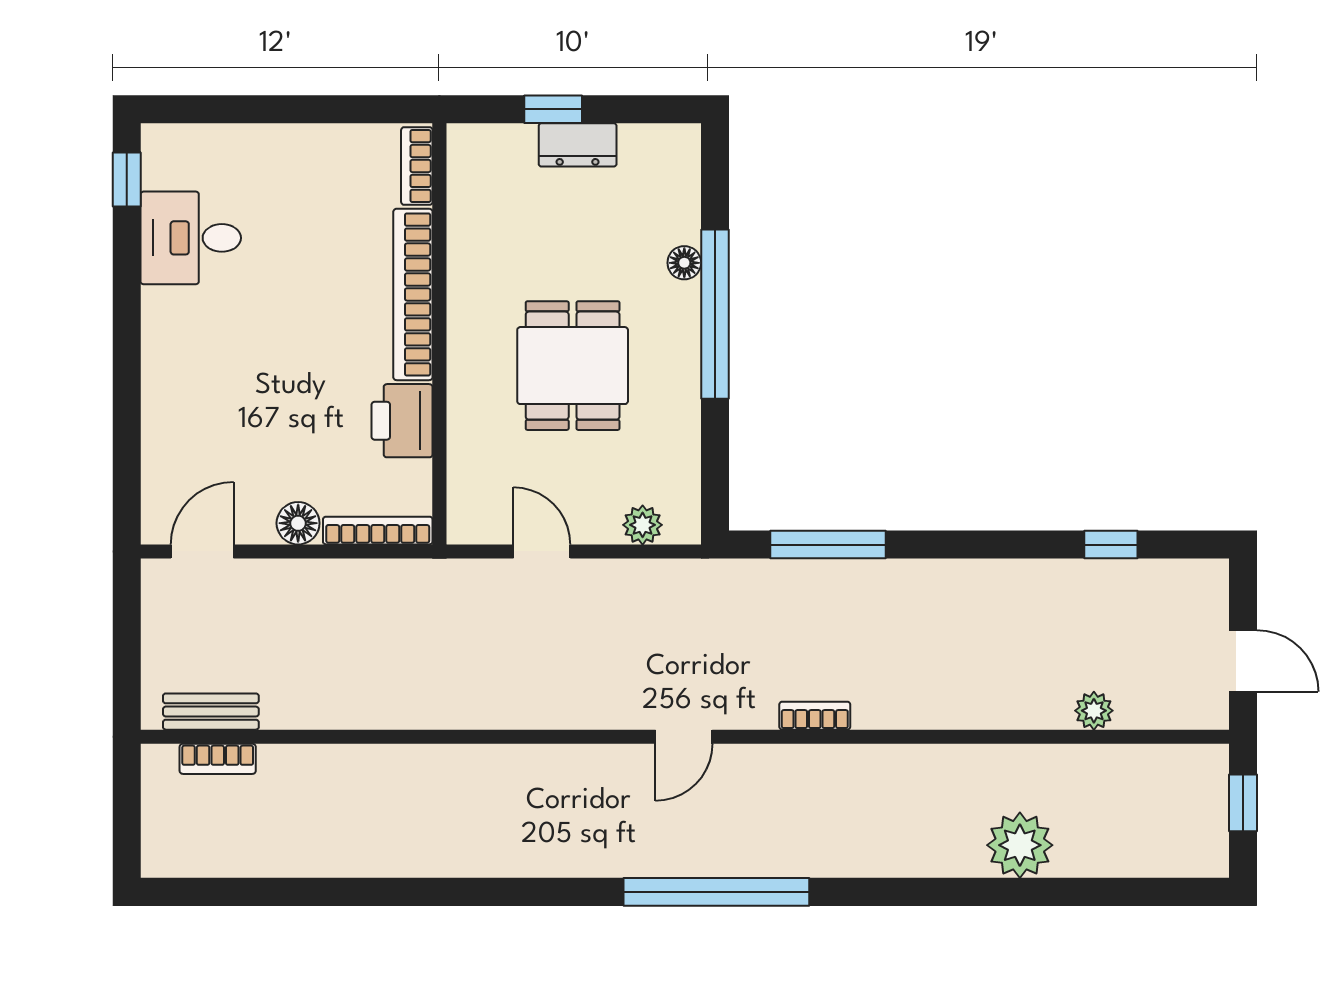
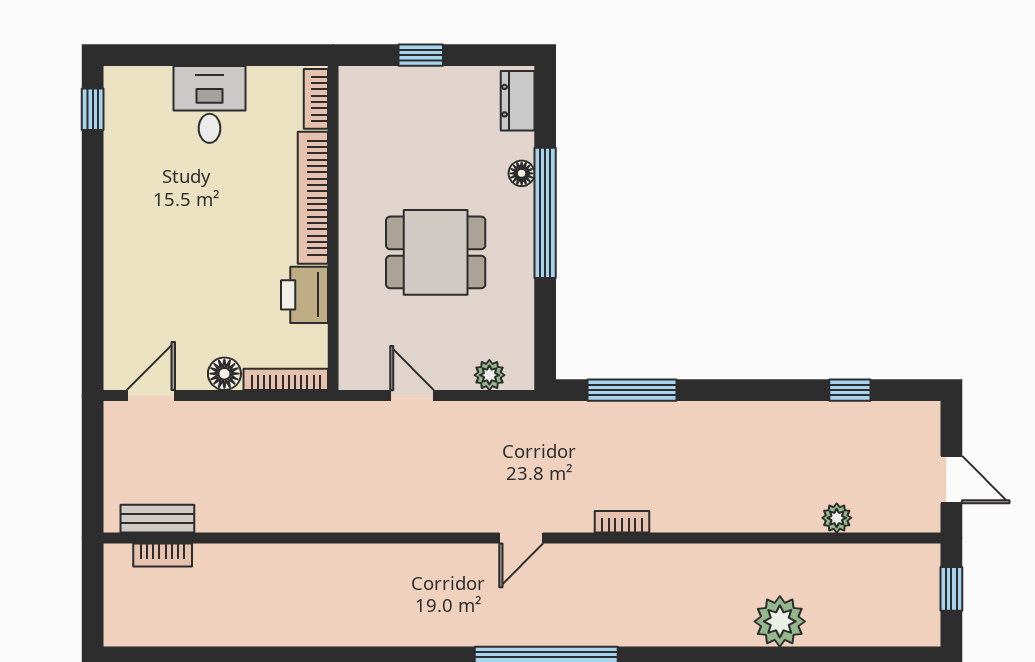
dresser: (578, 145) -> (518, 101), moved, turned 90
desk: (191, 238) -> (210, 104), moved, turned 90
dining table: (573, 366) -> (436, 252), turned 90

